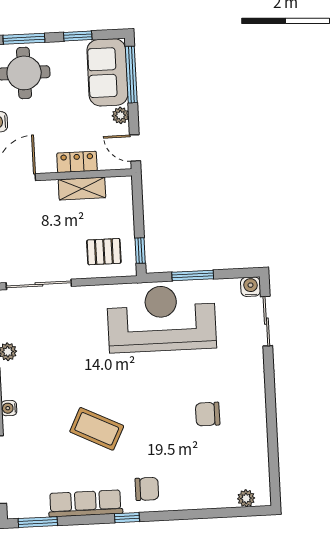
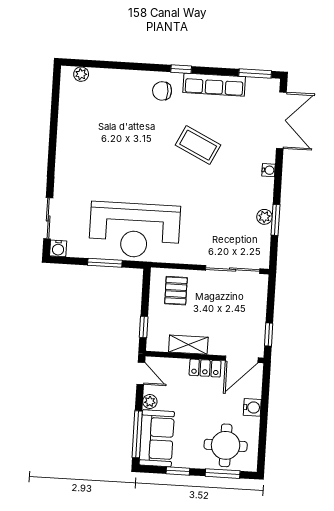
locker: (77, 162) -> (205, 368), moved
window: (140, 251) -> (144, 327), moved
pallet: (104, 252) -> (176, 291), turned 90
chair: (208, 414) -> (105, 147), removed

